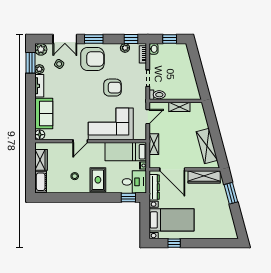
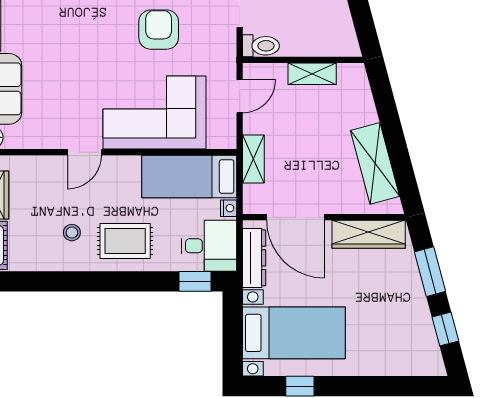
armchair: (112, 88) -> (159, 30), turned -90
rug: (98, 180) -> (125, 241), turned 90
window: (238, 218) -> (445, 329), added

